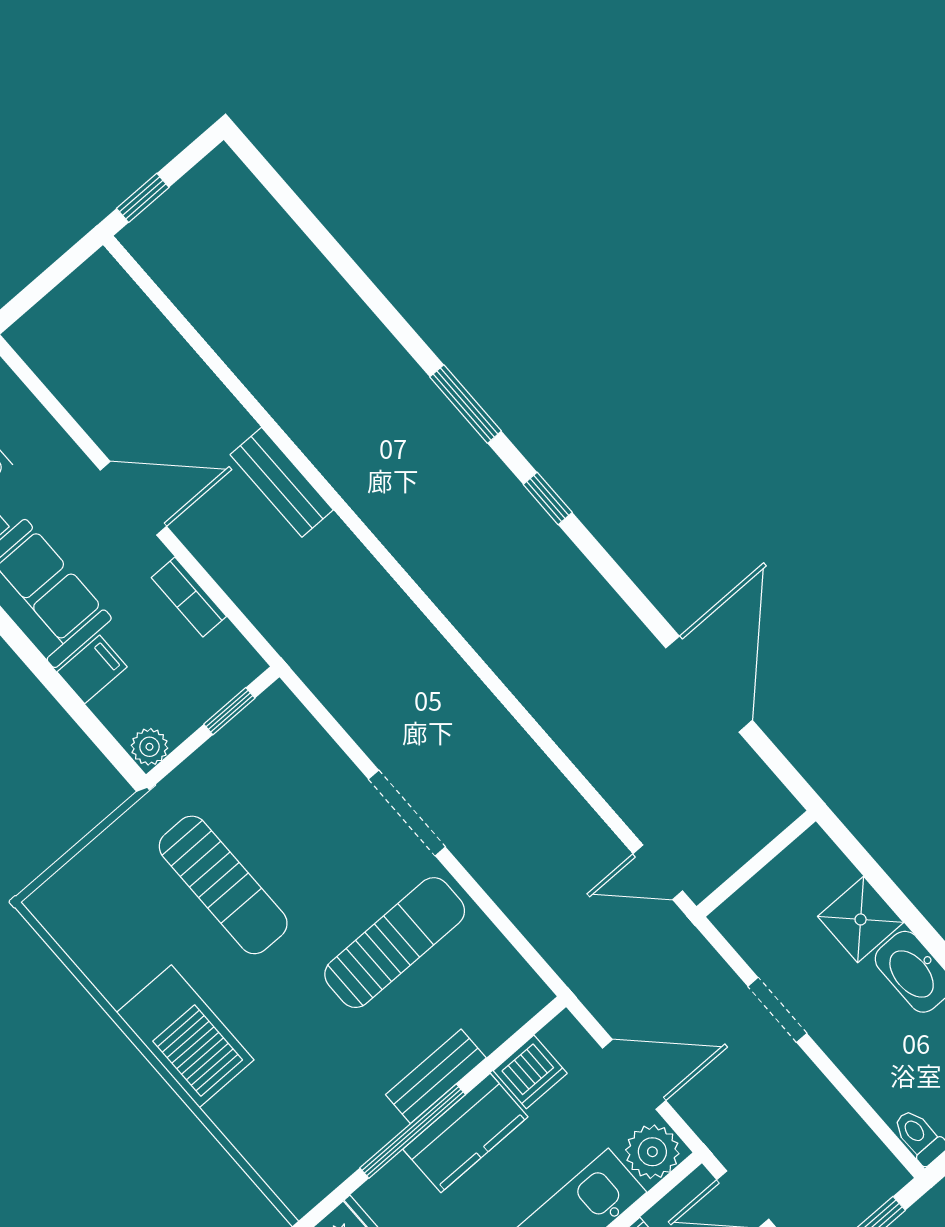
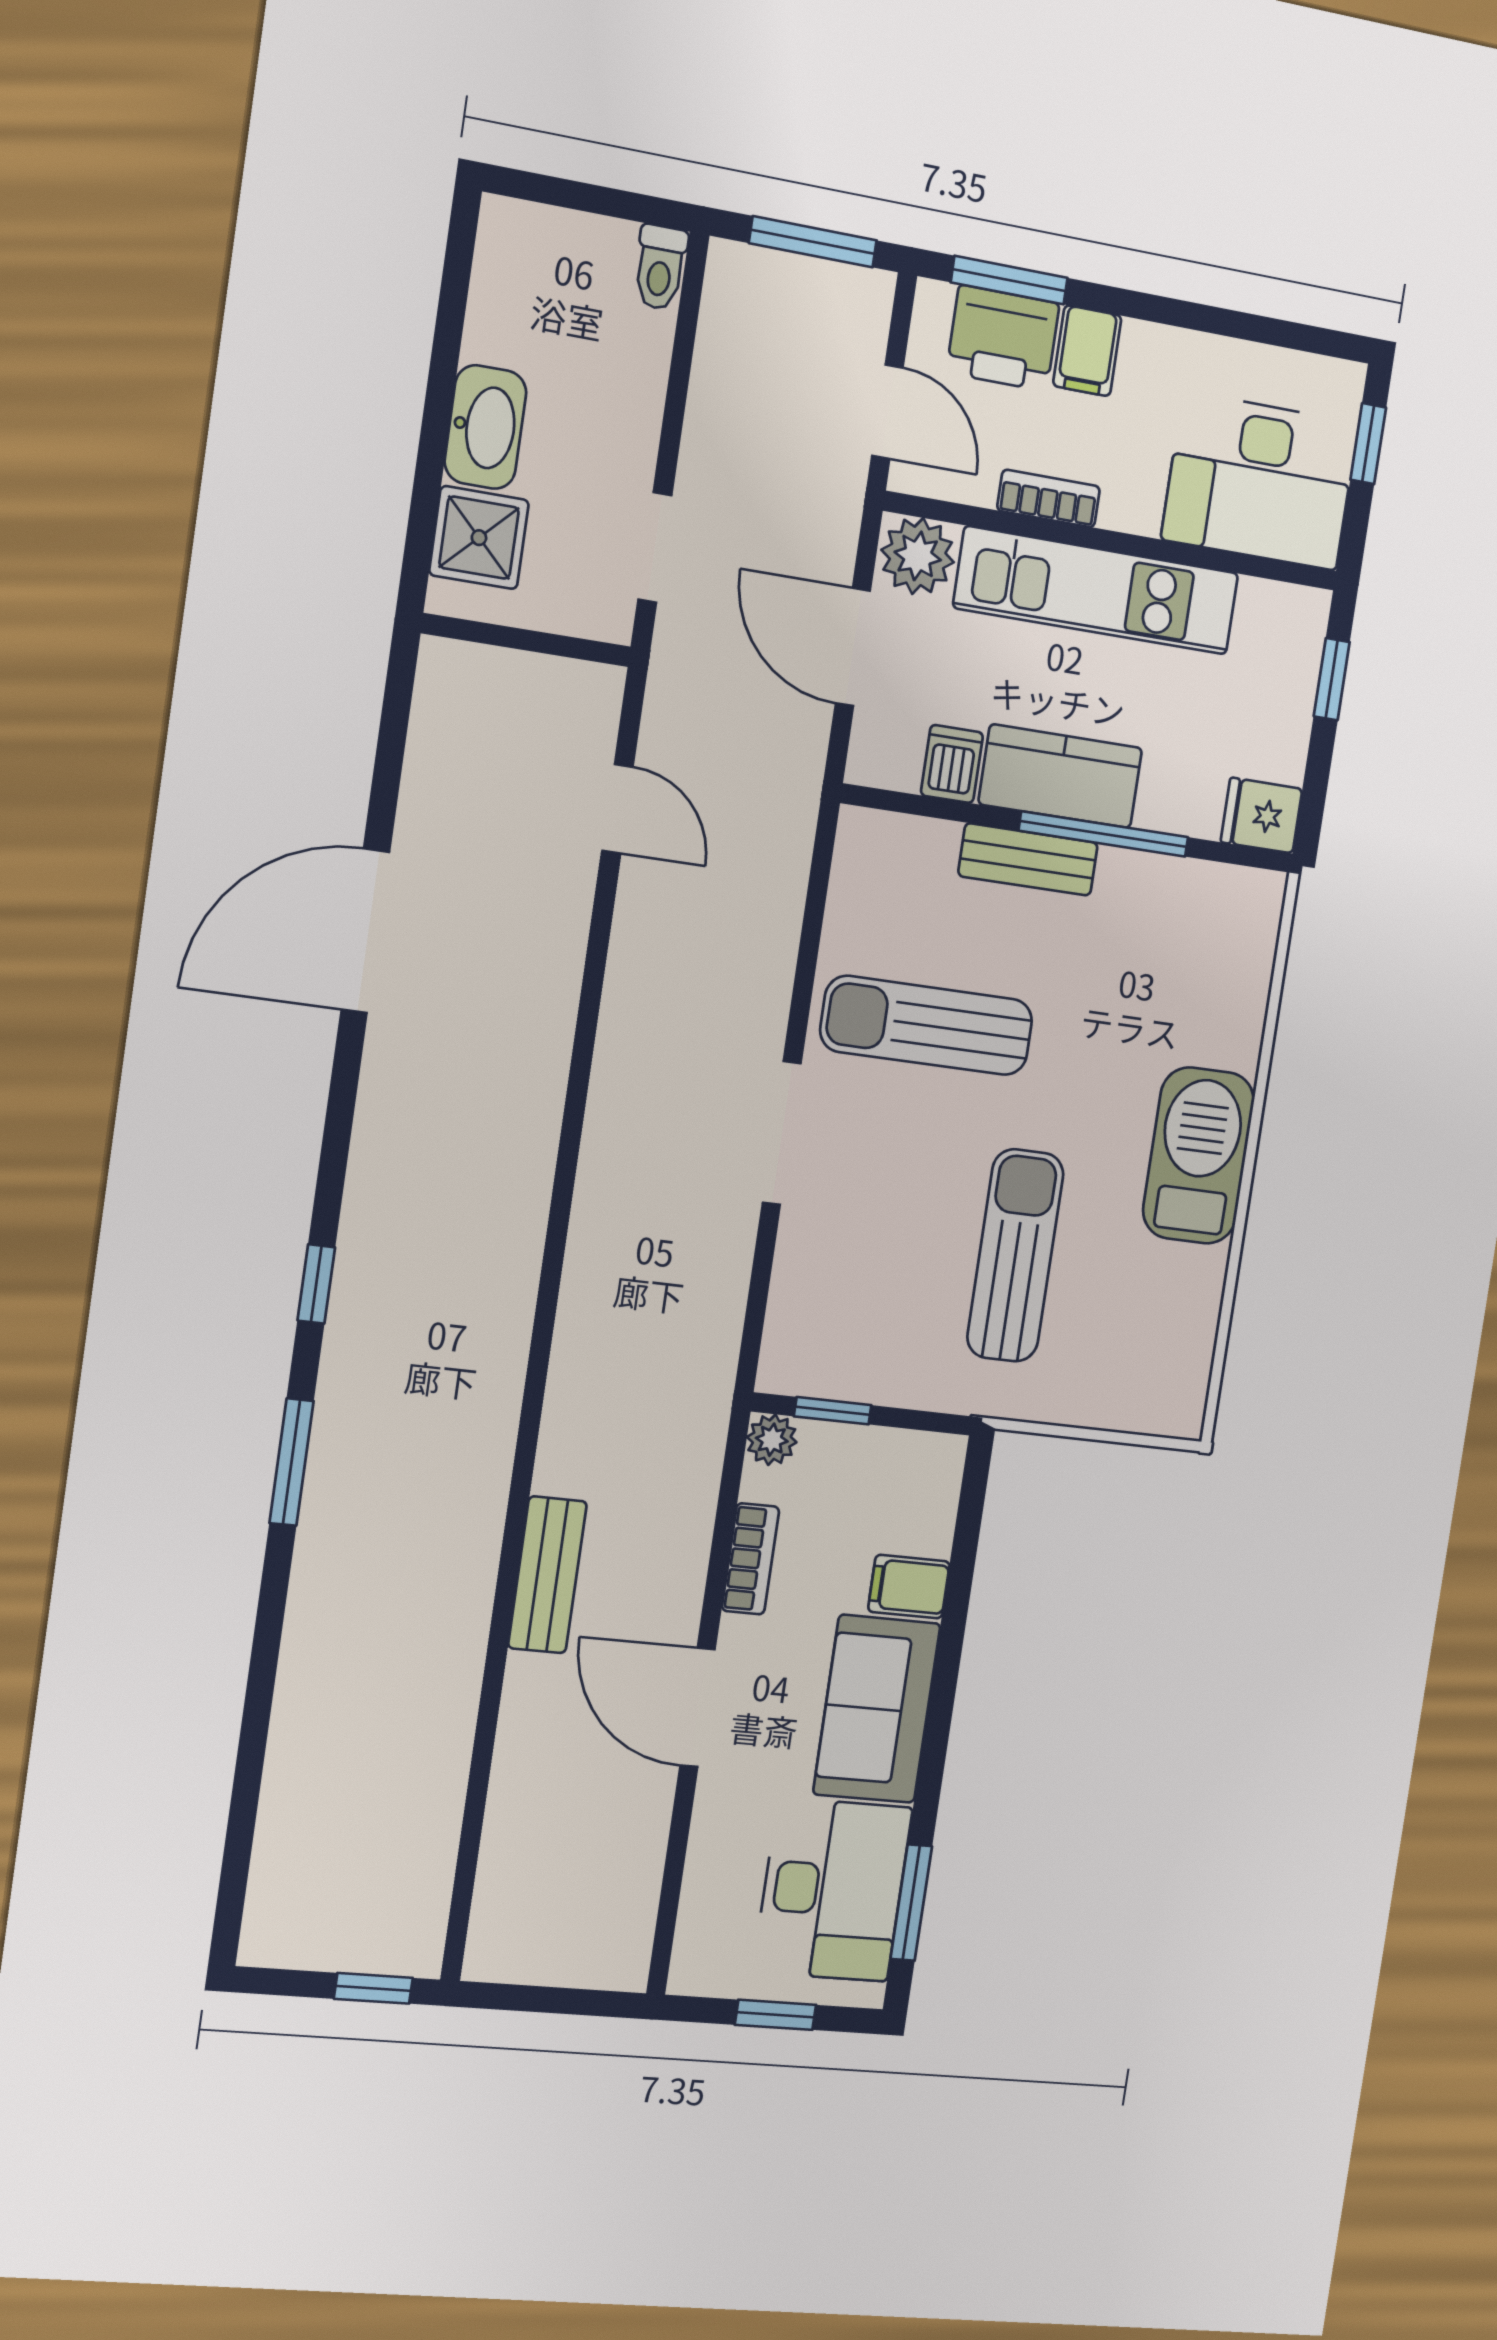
plant: (149, 747) -> (772, 1440), moved
wall: (756, 864) -> (526, 640), moved
dishwasher: (530, 1072) -> (952, 764), width x0.73

